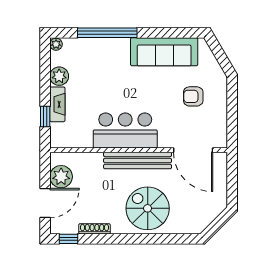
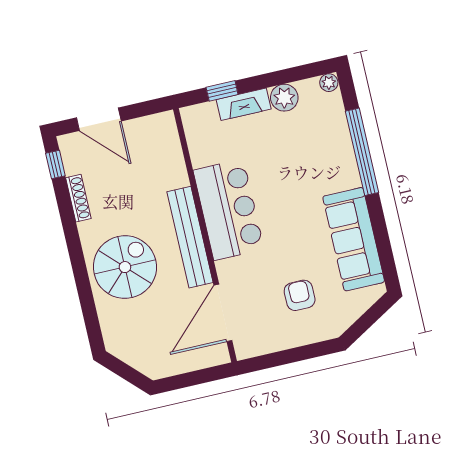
plant: (61, 177) -> (142, 133), removed

